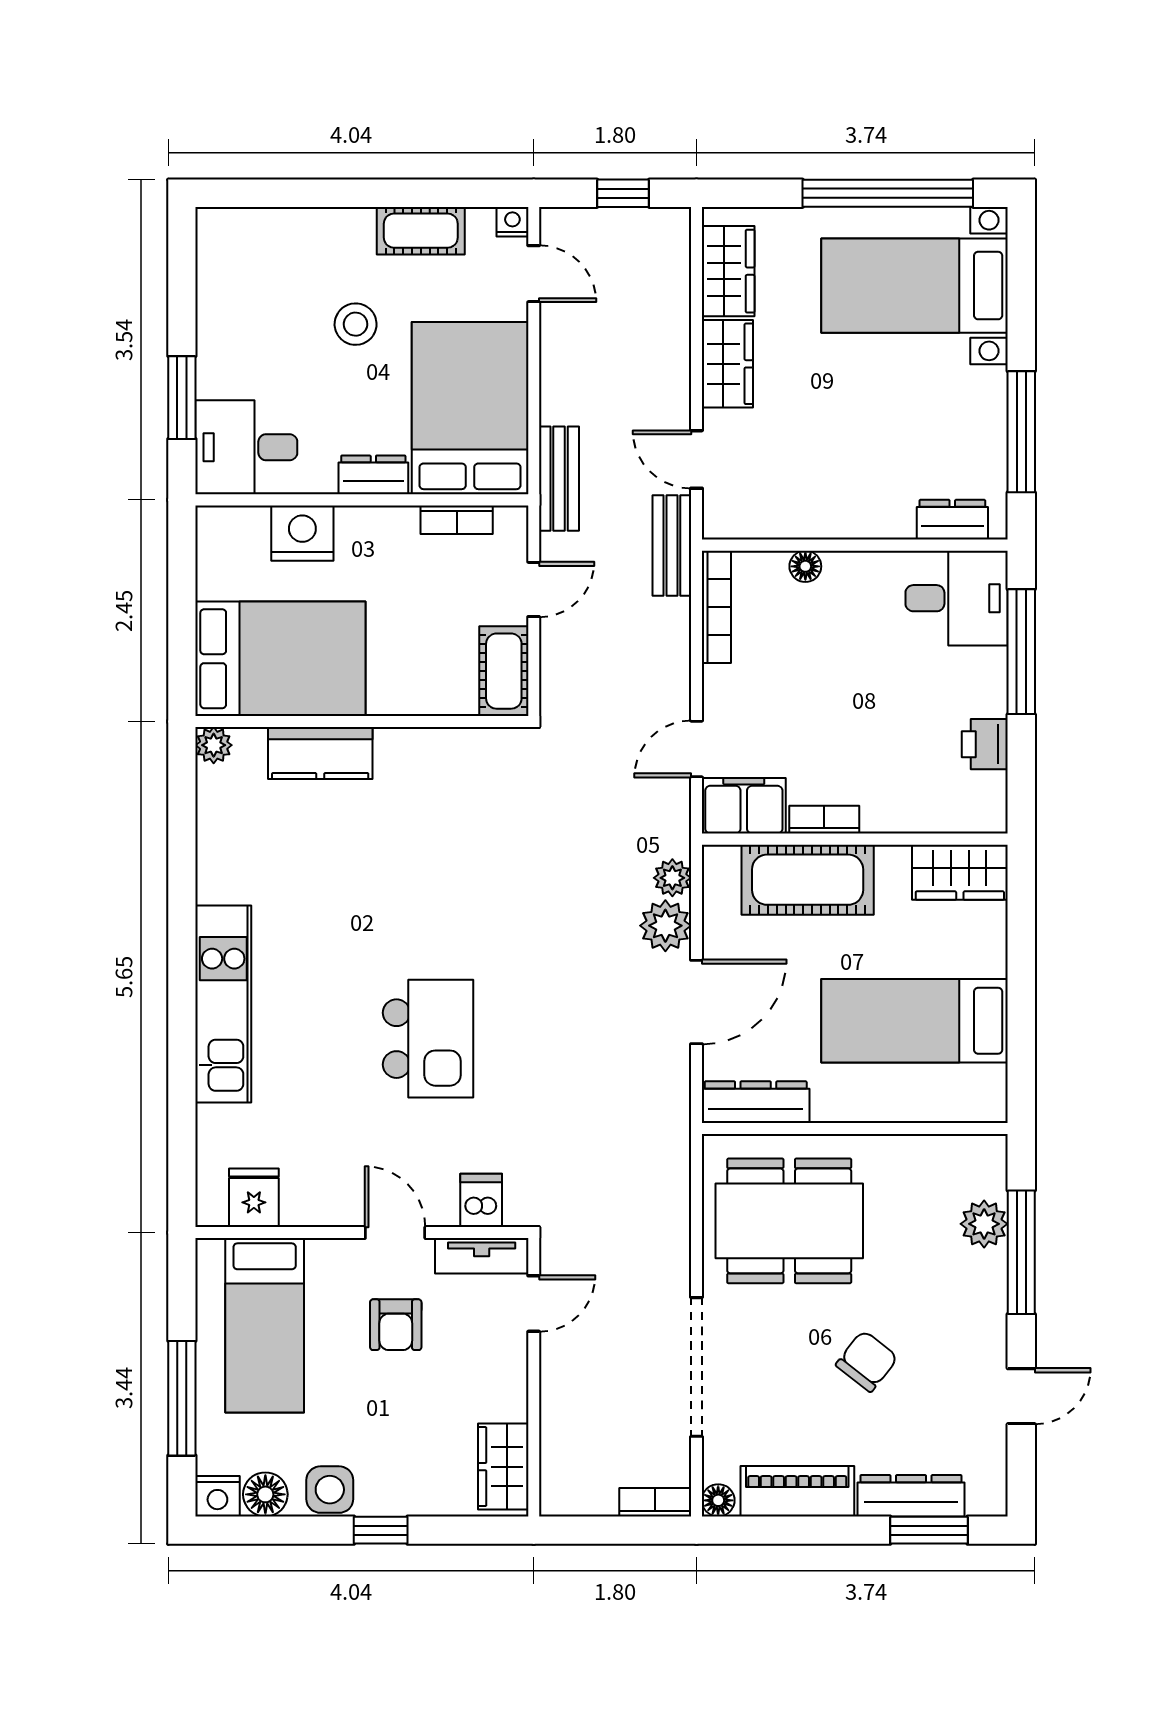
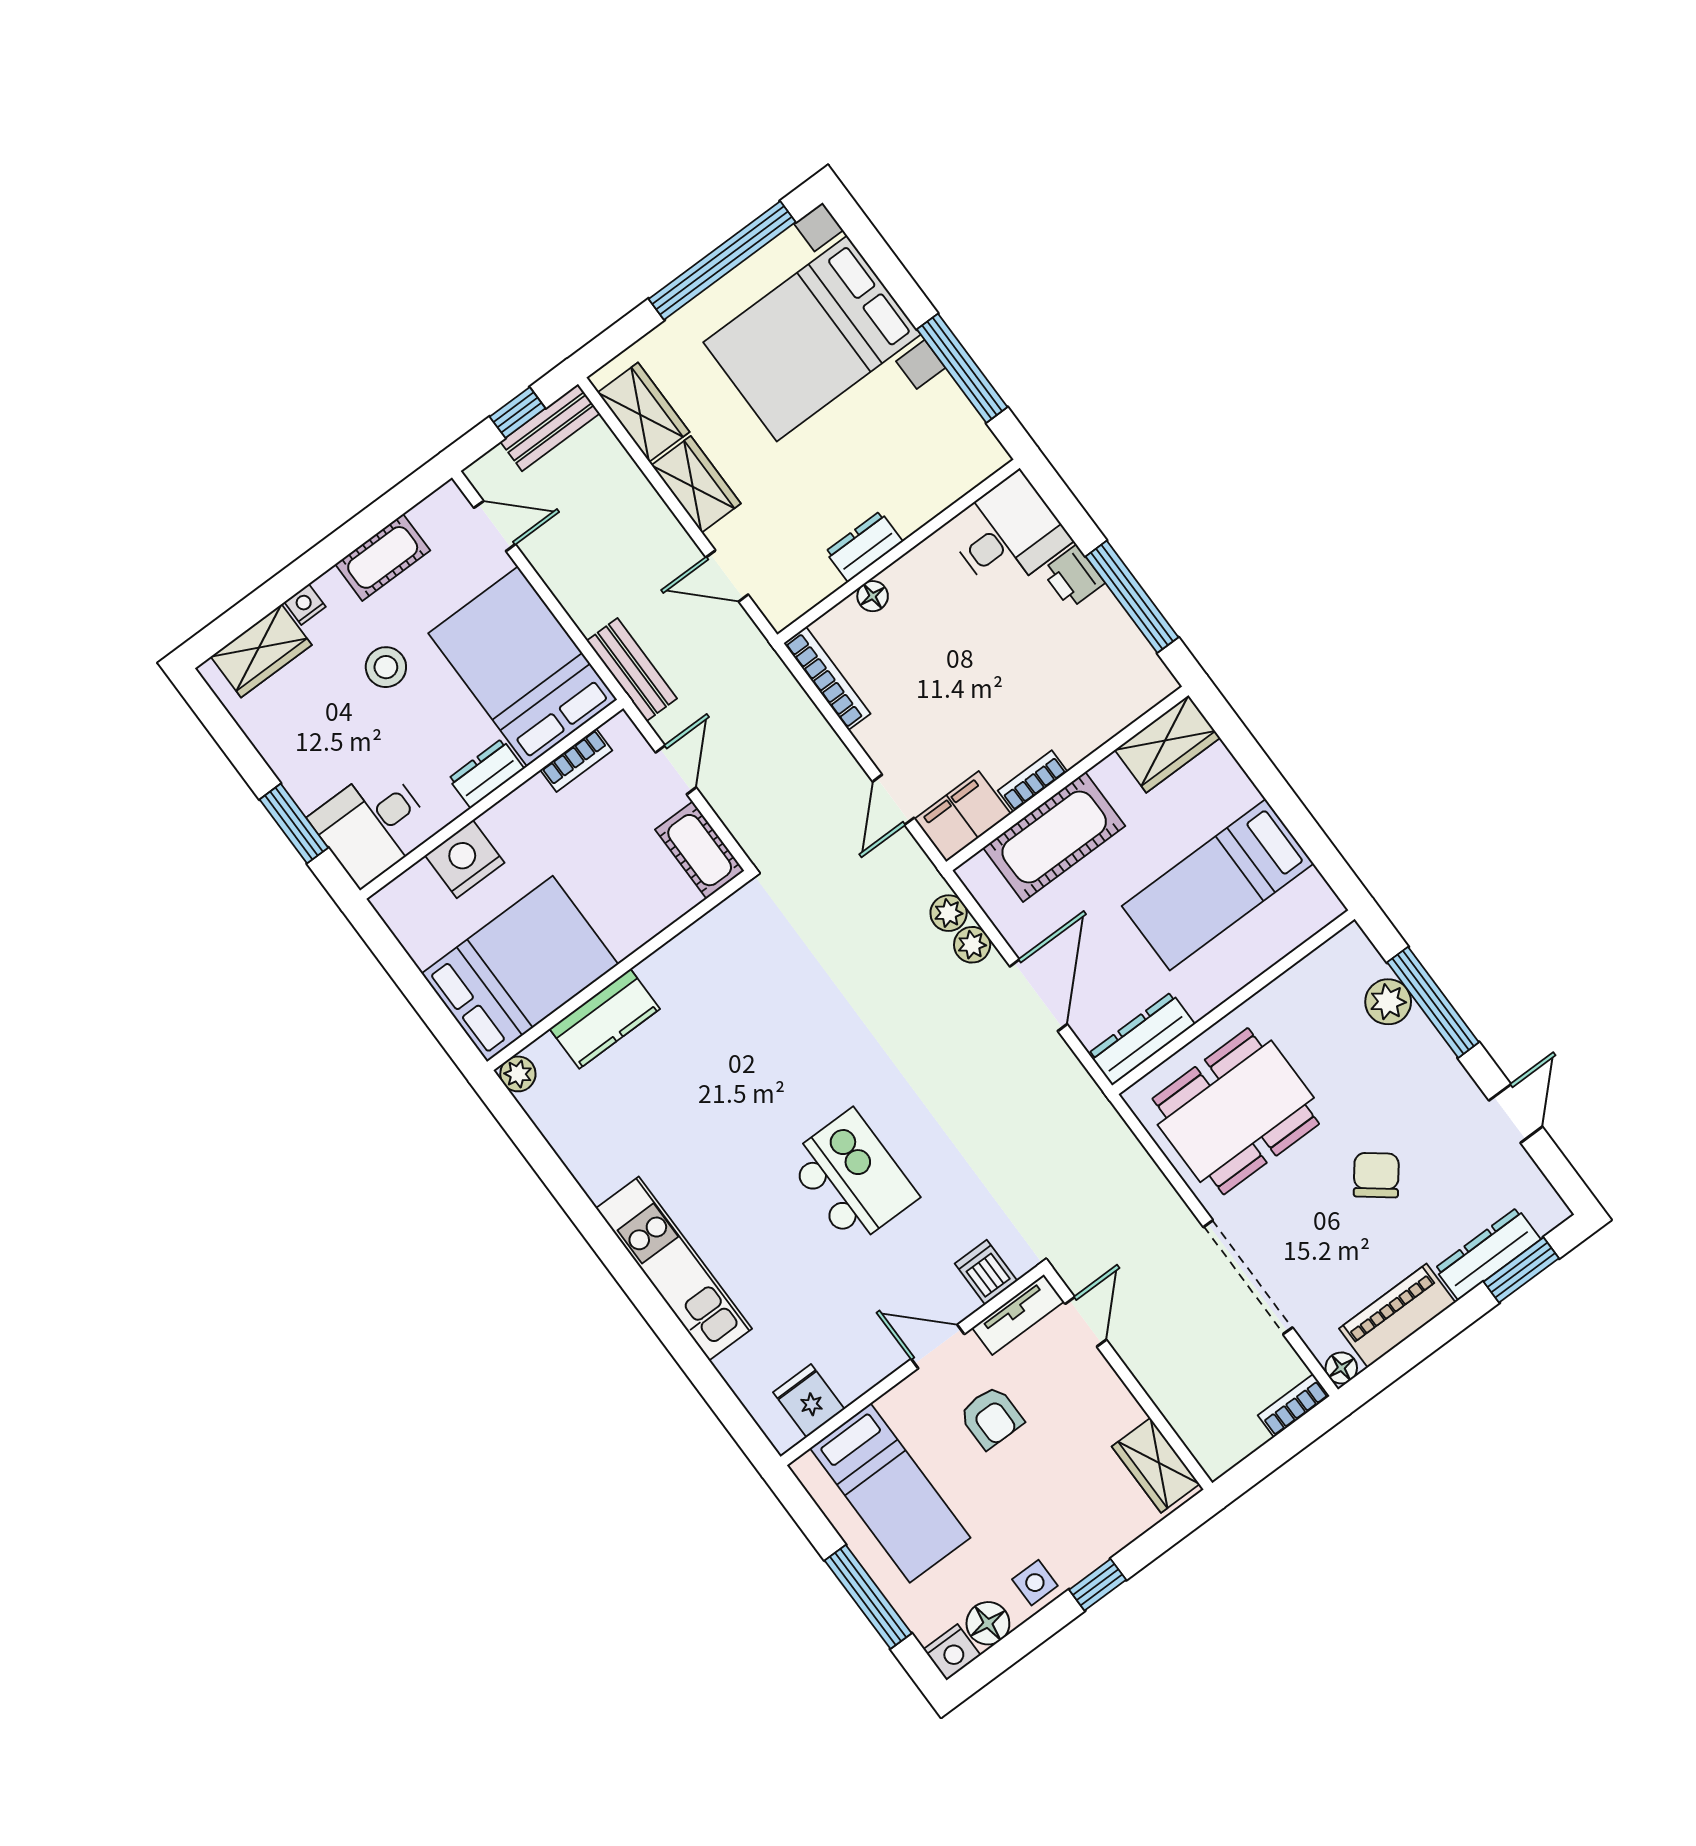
nightstand: (512, 222) -> (305, 604), moved
wardrobe: (262, 233) -> (261, 651), added
bed with nightstands: (914, 286) -> (812, 338), width x1.36
dresser: (952, 520) -> (864, 546), moved
bench: (672, 545) -> (550, 428), moved, turned 90
window: (1021, 652) -> (1132, 597), moved
printer: (985, 744) -> (1073, 577), moved
plant: (665, 926) -> (972, 945), width x0.73, depth x0.73
side table: (330, 1490) -> (1035, 1583), width x0.73, depth x0.73

